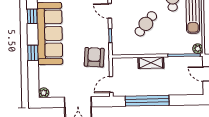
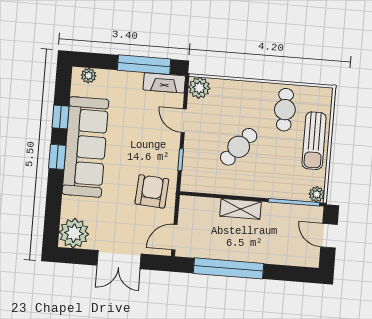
window: (33, 53) -> (57, 157), moved
plant: (44, 93) -> (74, 233), width x1.88, depth x1.88

